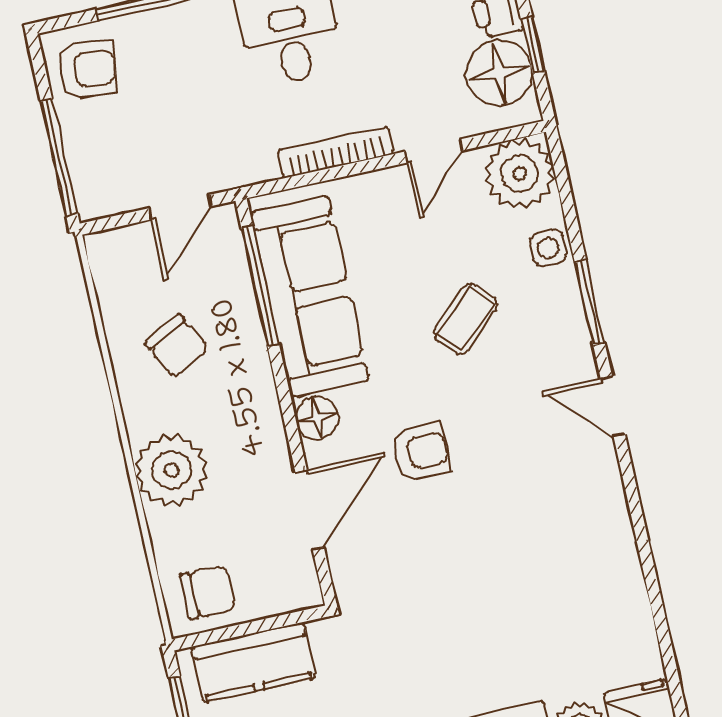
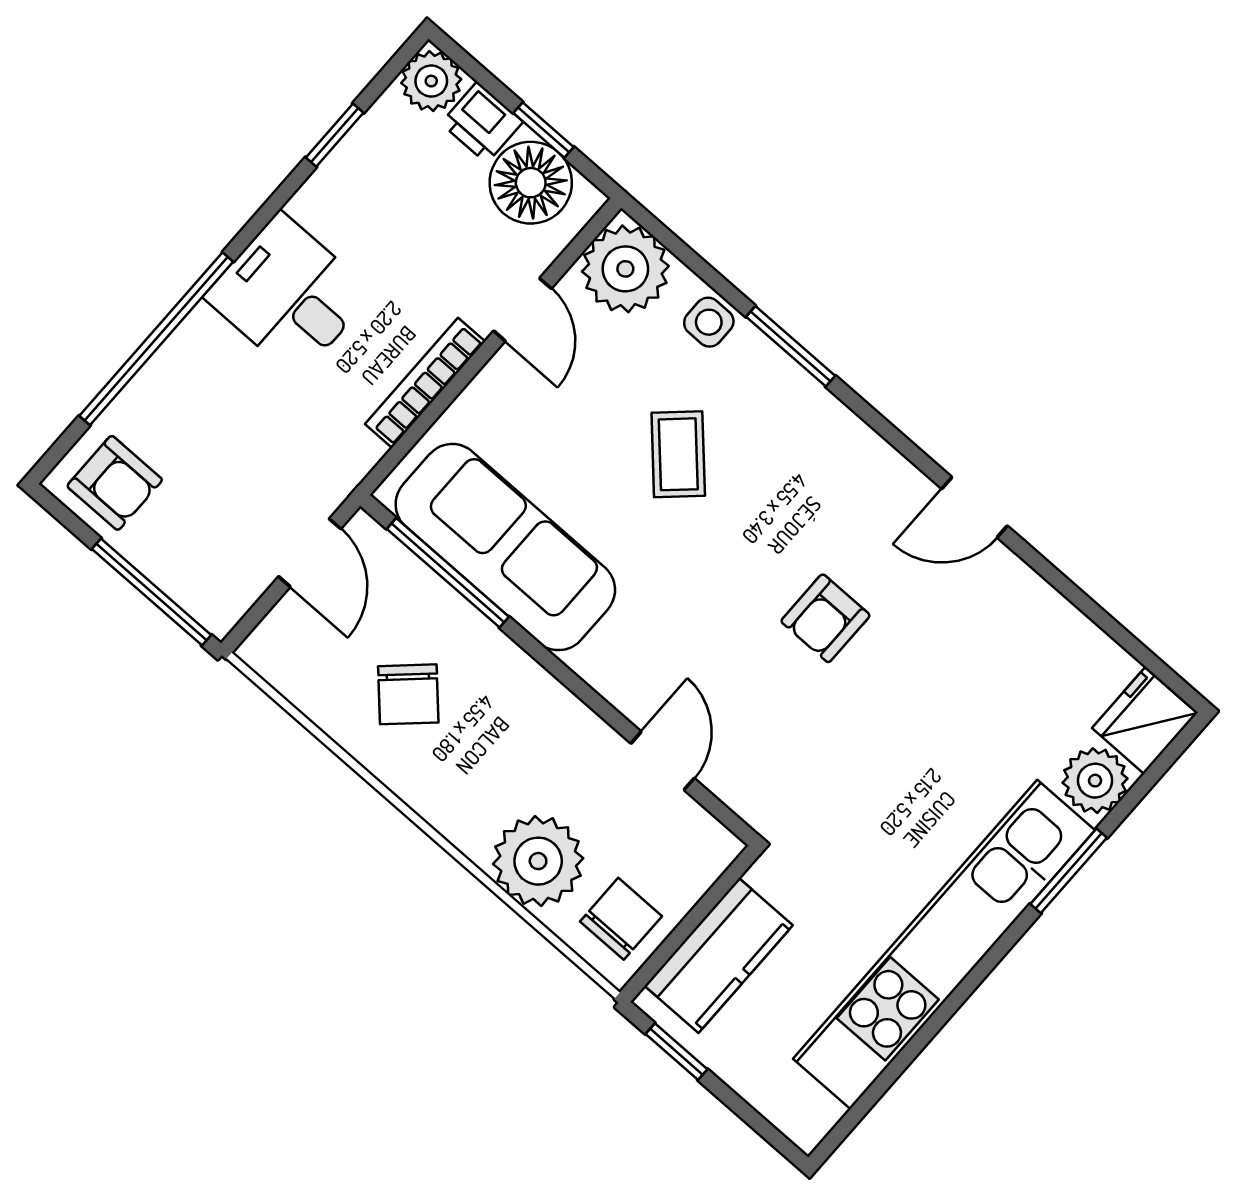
armchair: (87, 69) -> (115, 483), turned 84
chair: (177, 346) -> (408, 694), turned 75
door: (613, 407) -> (974, 507), moved
floor lamp: (317, 418) -> (602, 663), removed
armchair: (420, 452) -> (825, 618), moved, turned 180
plant: (171, 470) -> (538, 861), moved
door: (310, 510) -> (663, 761), width x0.73

